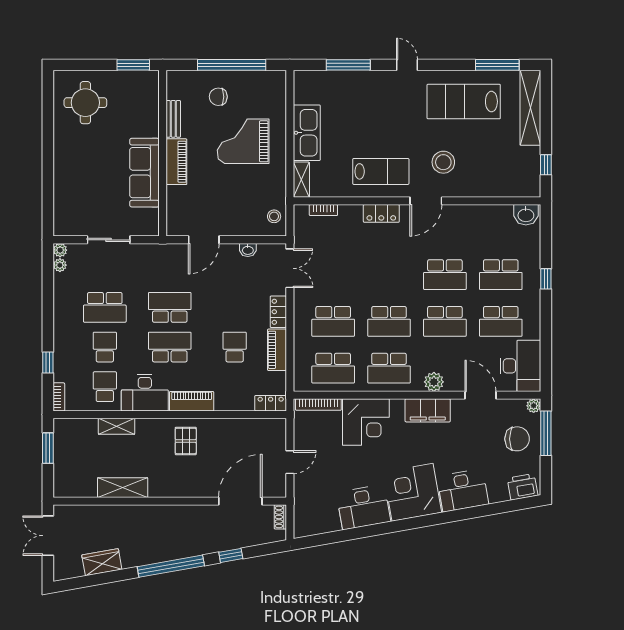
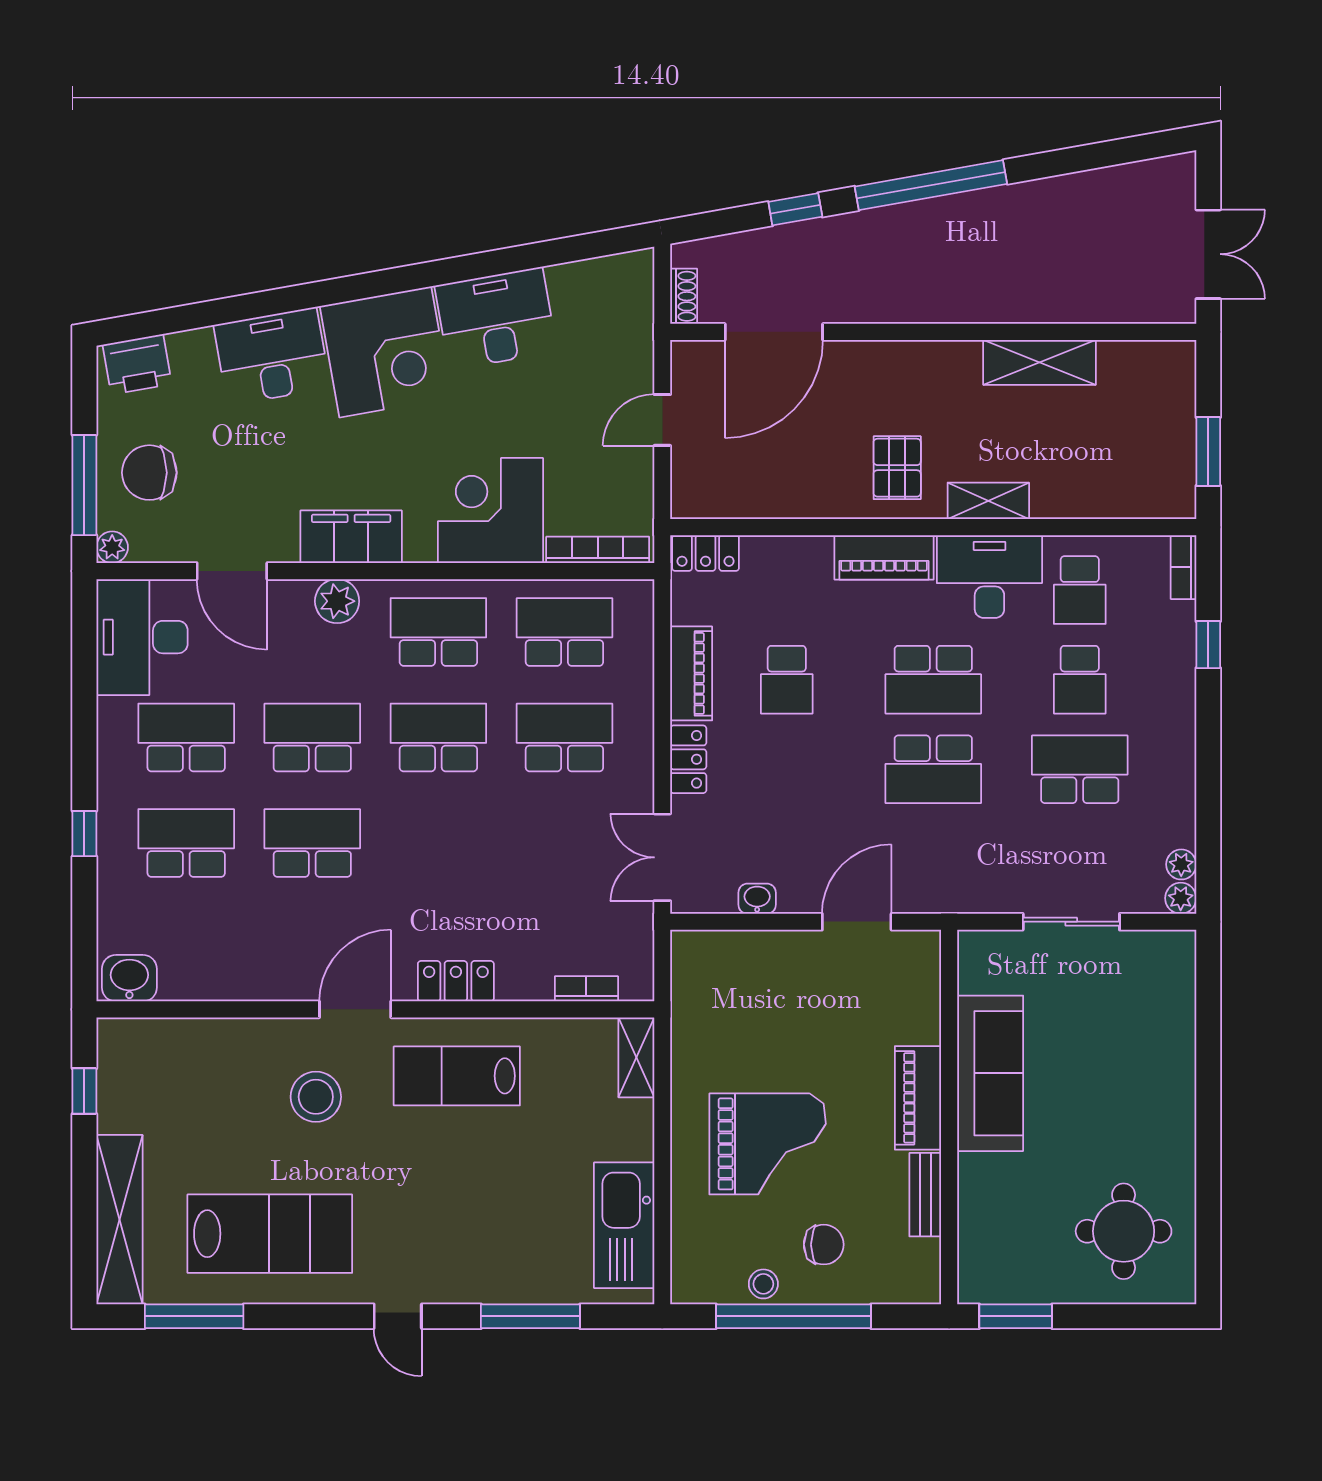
kitchen sink: (307, 133) -> (624, 1225), moved
stool: (274, 216) -> (763, 1284), moved
shelving: (117, 426) -> (988, 501), moved
wardrobe: (102, 562) -> (1087, 194), removed

